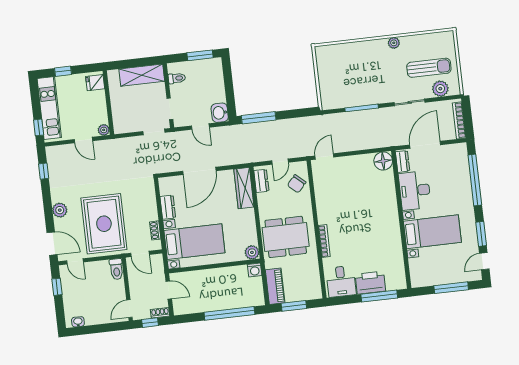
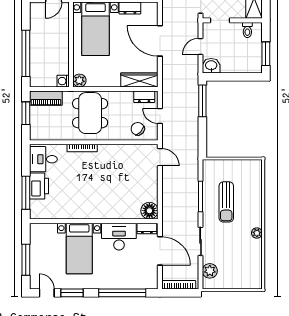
sun lounger: (429, 68) -> (226, 202), moved

